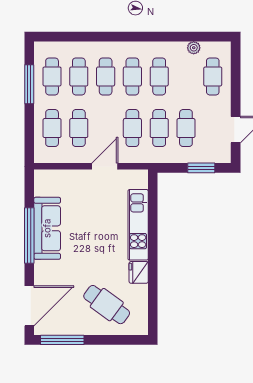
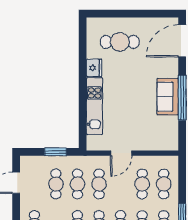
window: (201, 168) -> (56, 152), moved
sofa: (47, 228) -> (168, 97), width x0.73
cafe table: (107, 305) -> (120, 42), turned -36
window: (62, 340) -> (155, 14), removed

